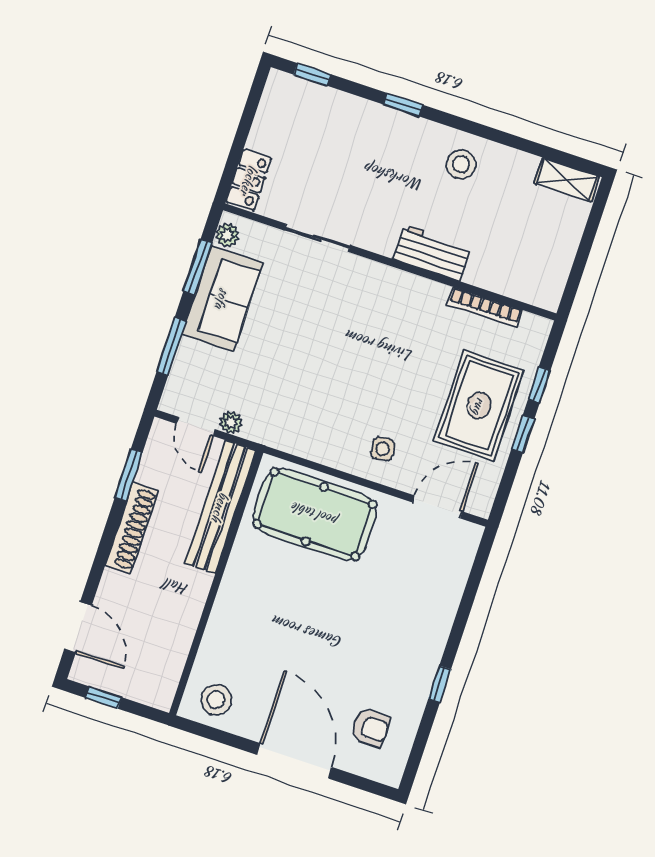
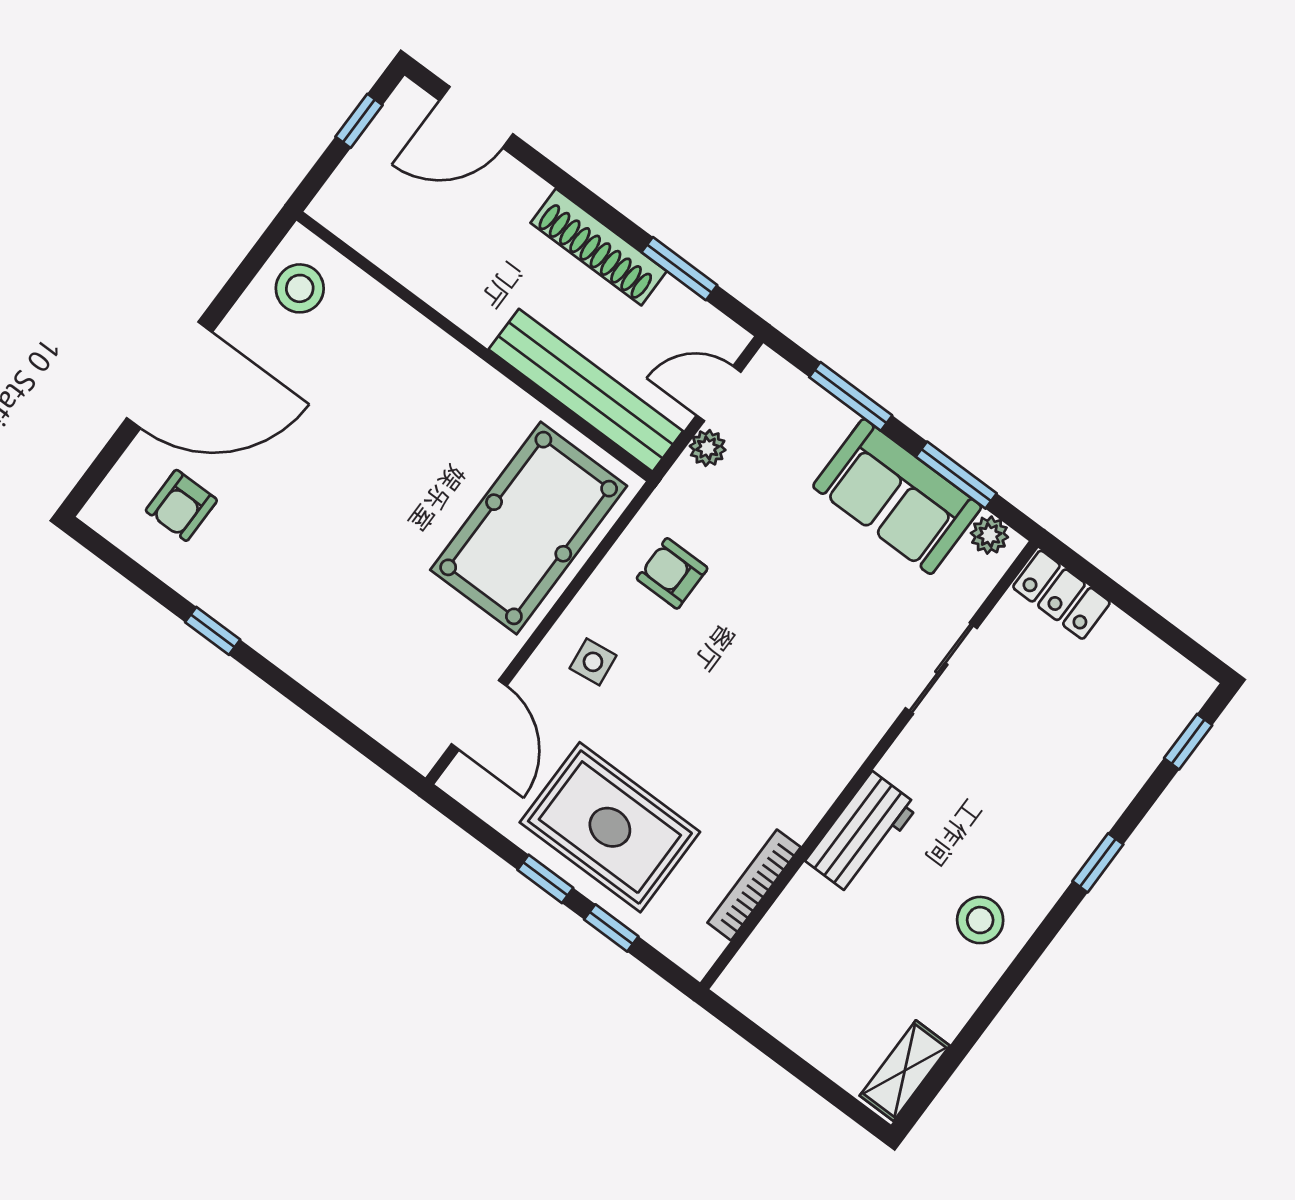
armchair: (314, 419) -> (672, 573), added

